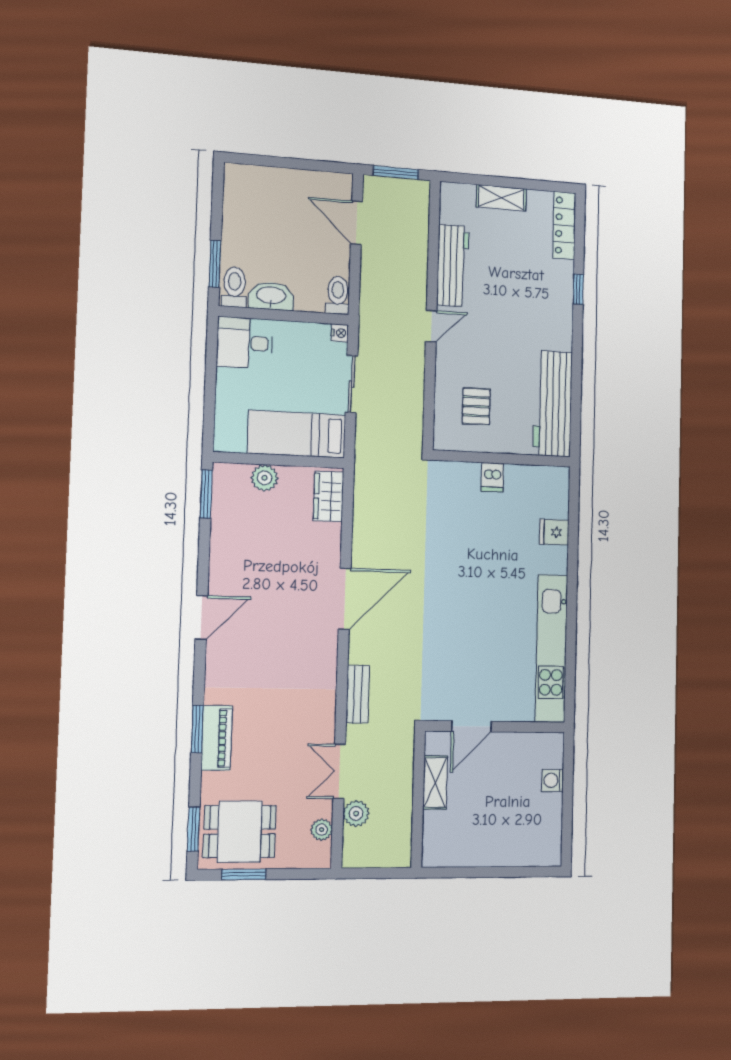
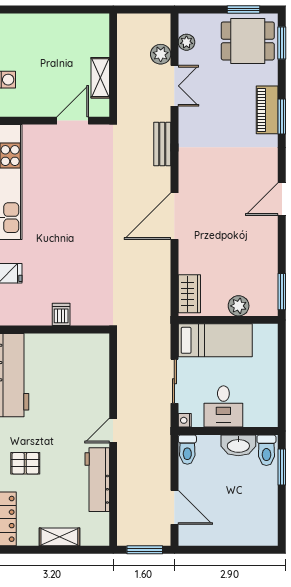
desk: (245, 343) -> (223, 406), moved, turned 90
pallet: (476, 406) -> (25, 463), moved, turned 90

